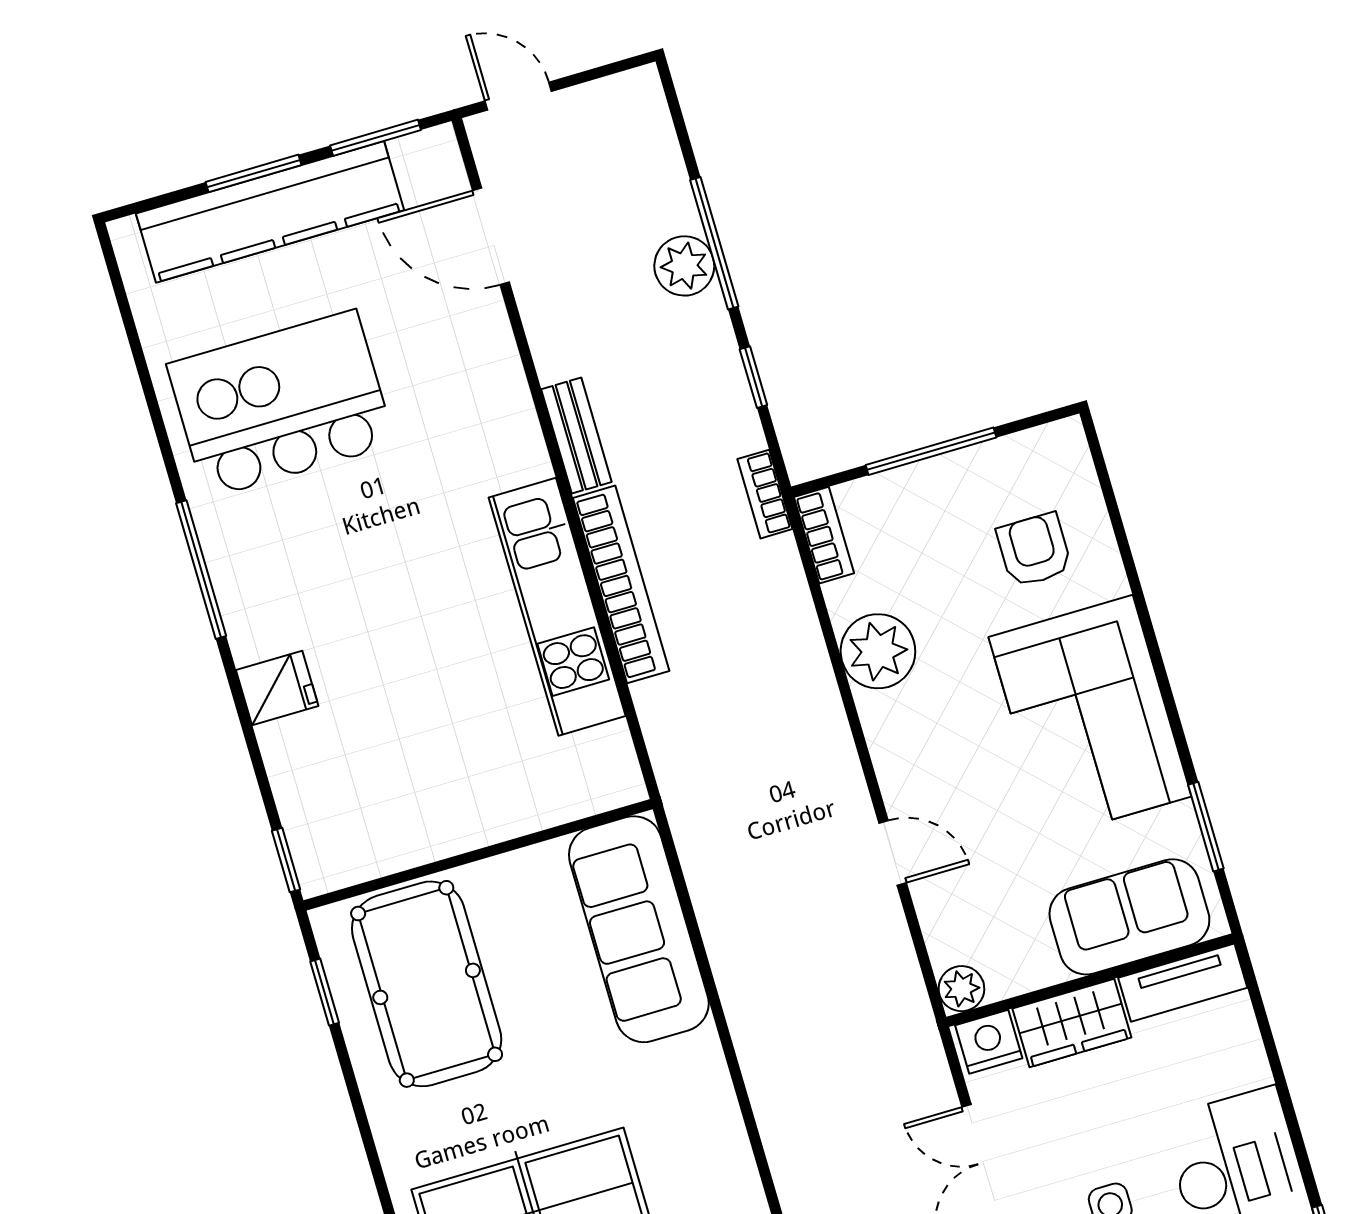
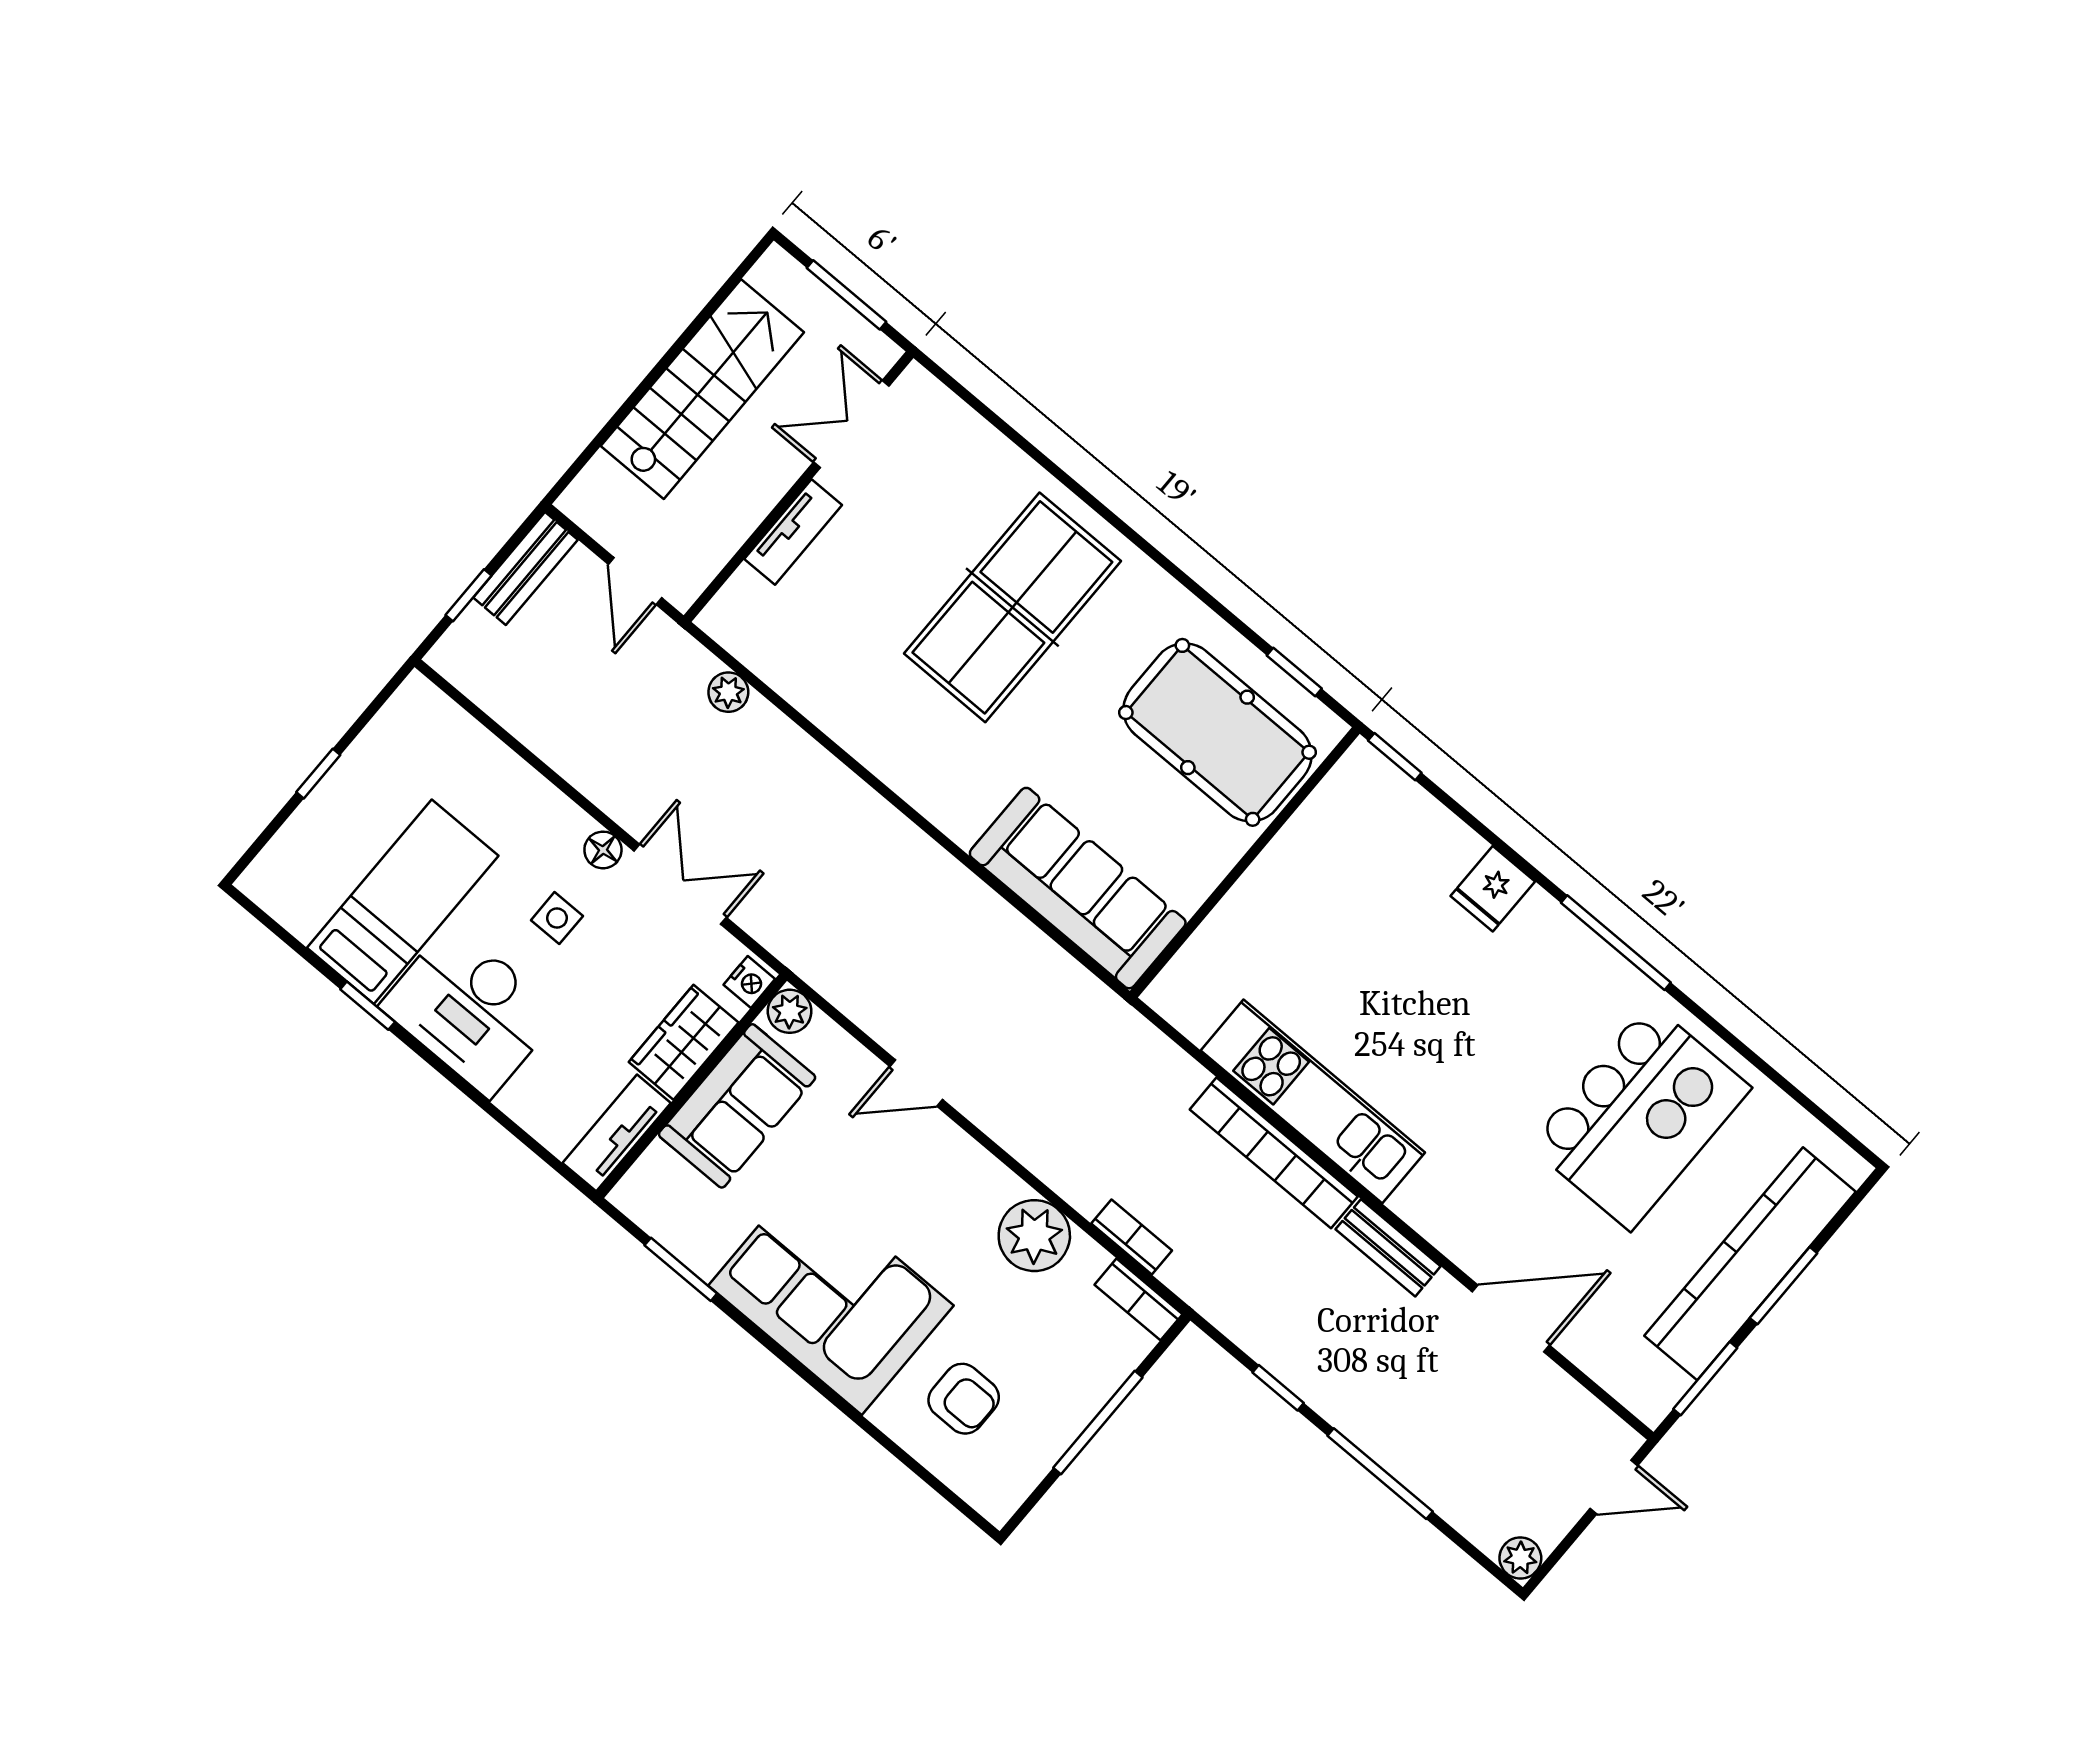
door: (491, 236) -> (1511, 1319), moved
plant: (684, 266) -> (1520, 1558), moved, width x0.73, depth x0.73
bookcase: (765, 494) -> (1132, 1237), moved
sofa: (1129, 917) -> (737, 1106), moved
nightstand: (989, 1042) -> (749, 982), width x0.72, depth x0.74

